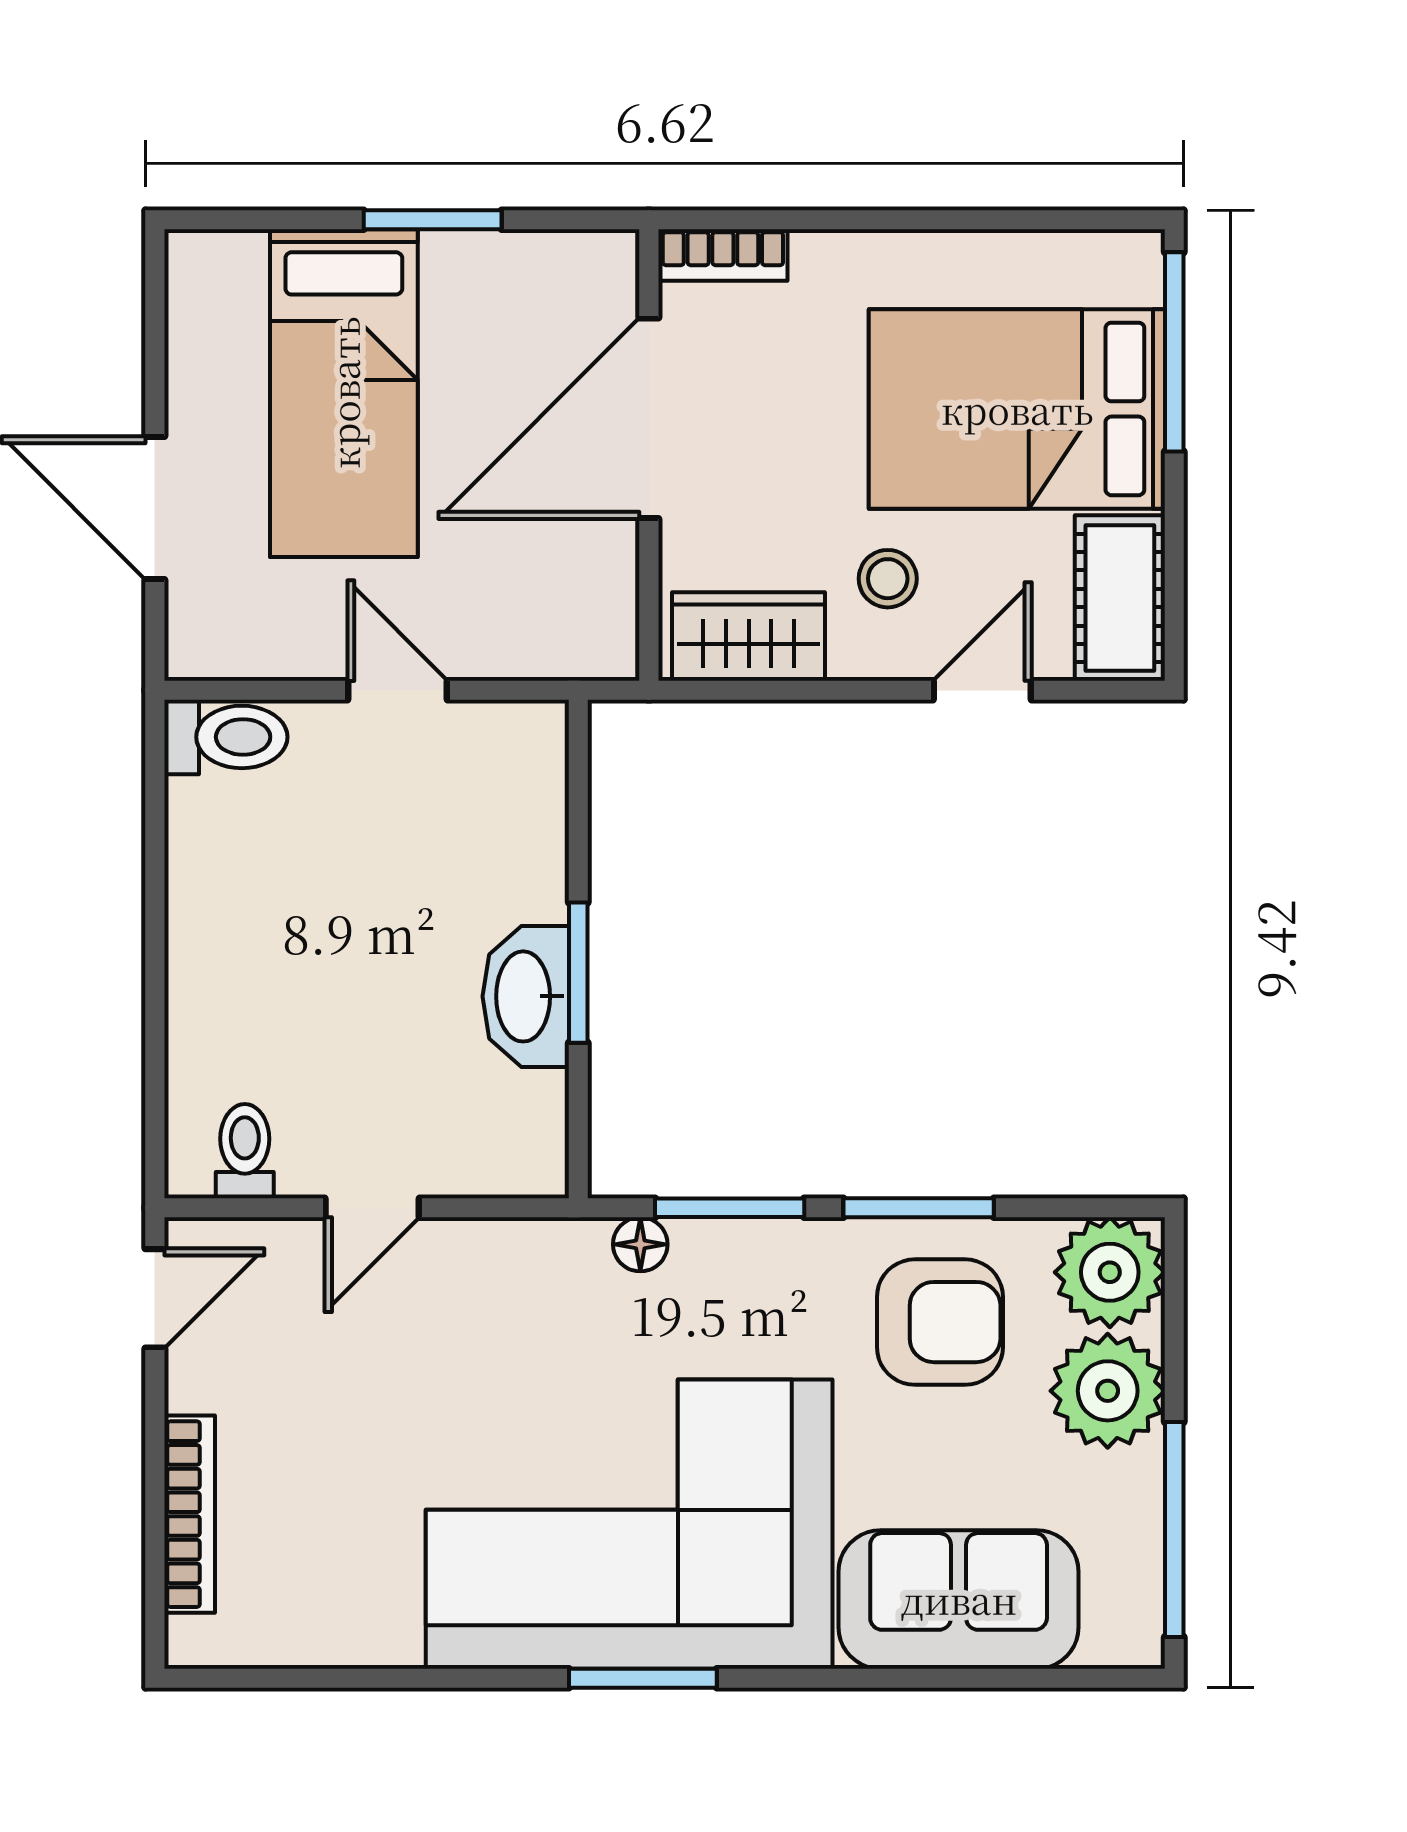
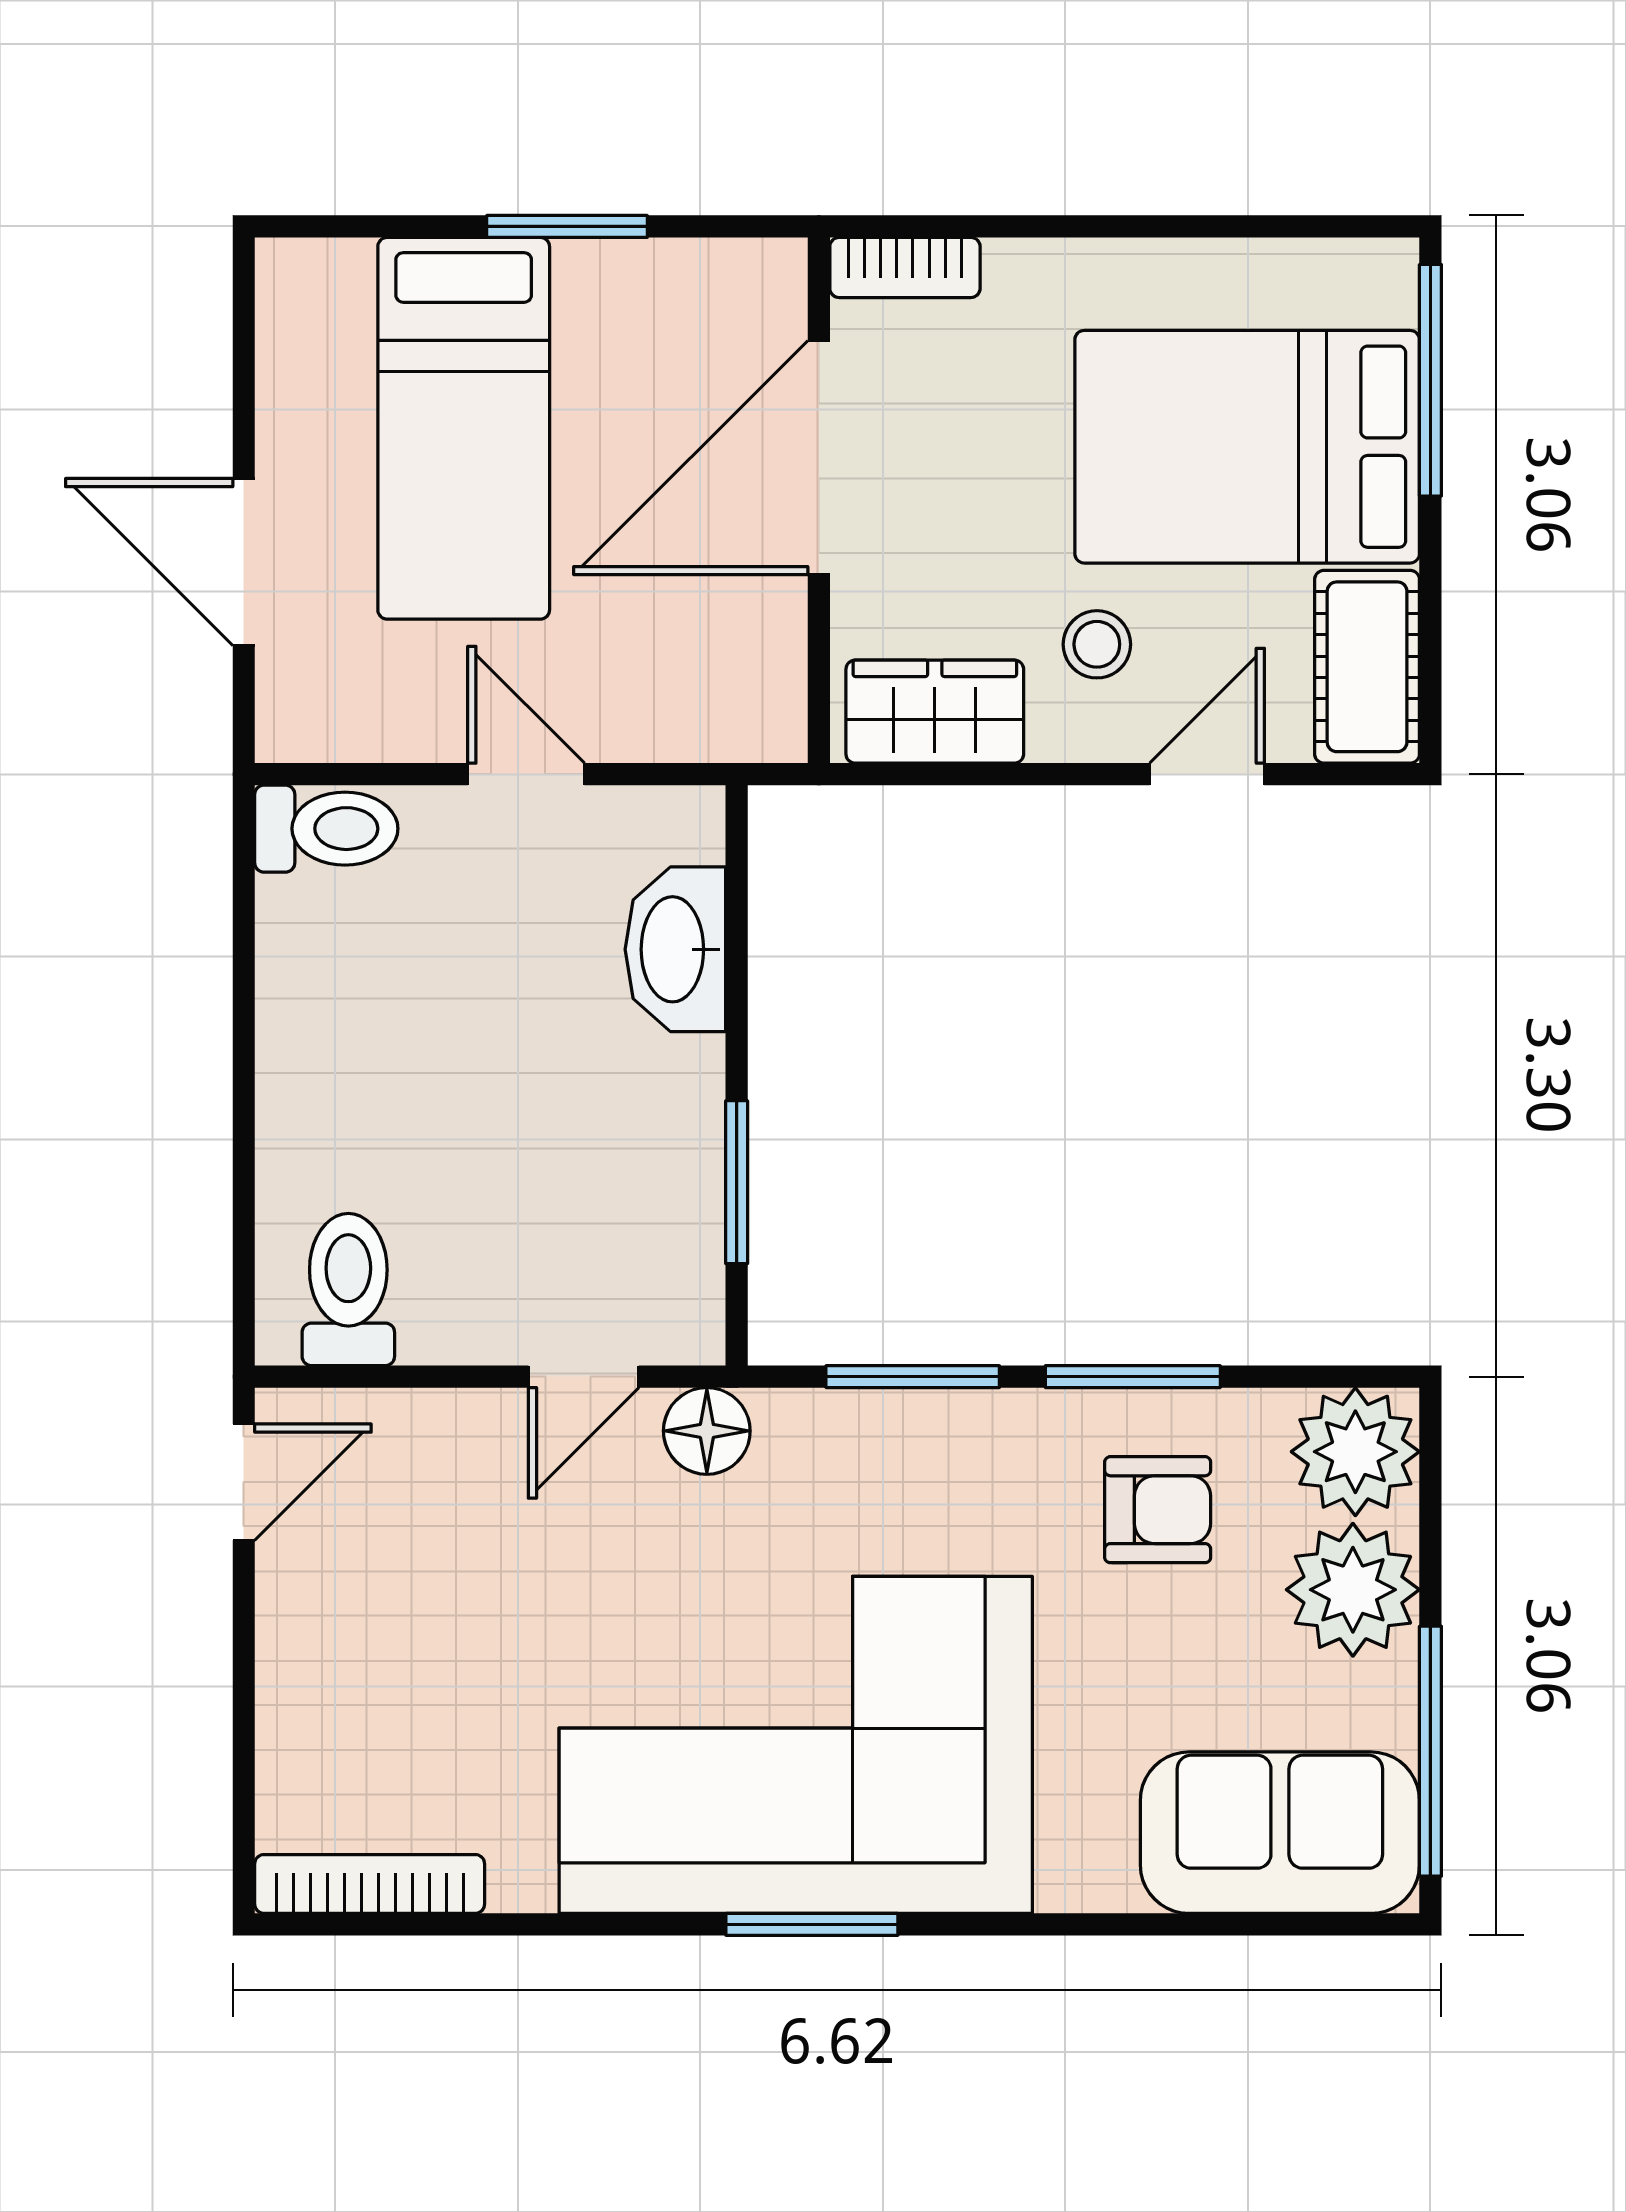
window: (578, 973) -> (737, 1182), moved
washbasin: (526, 996) -> (675, 949), moved
toilet: (245, 1151) -> (348, 1290), width x1.37, depth x1.39
door: (372, 1208) -> (584, 1377), moved
floor lamp: (640, 1244) -> (707, 1431), moved, width x1.37, depth x1.37
armchair: (940, 1322) -> (1158, 1510), width x0.72, depth x0.72
bookcase: (190, 1514) -> (370, 1884), moved, turned -90
sofa: (959, 1599) -> (1280, 1833), moved

